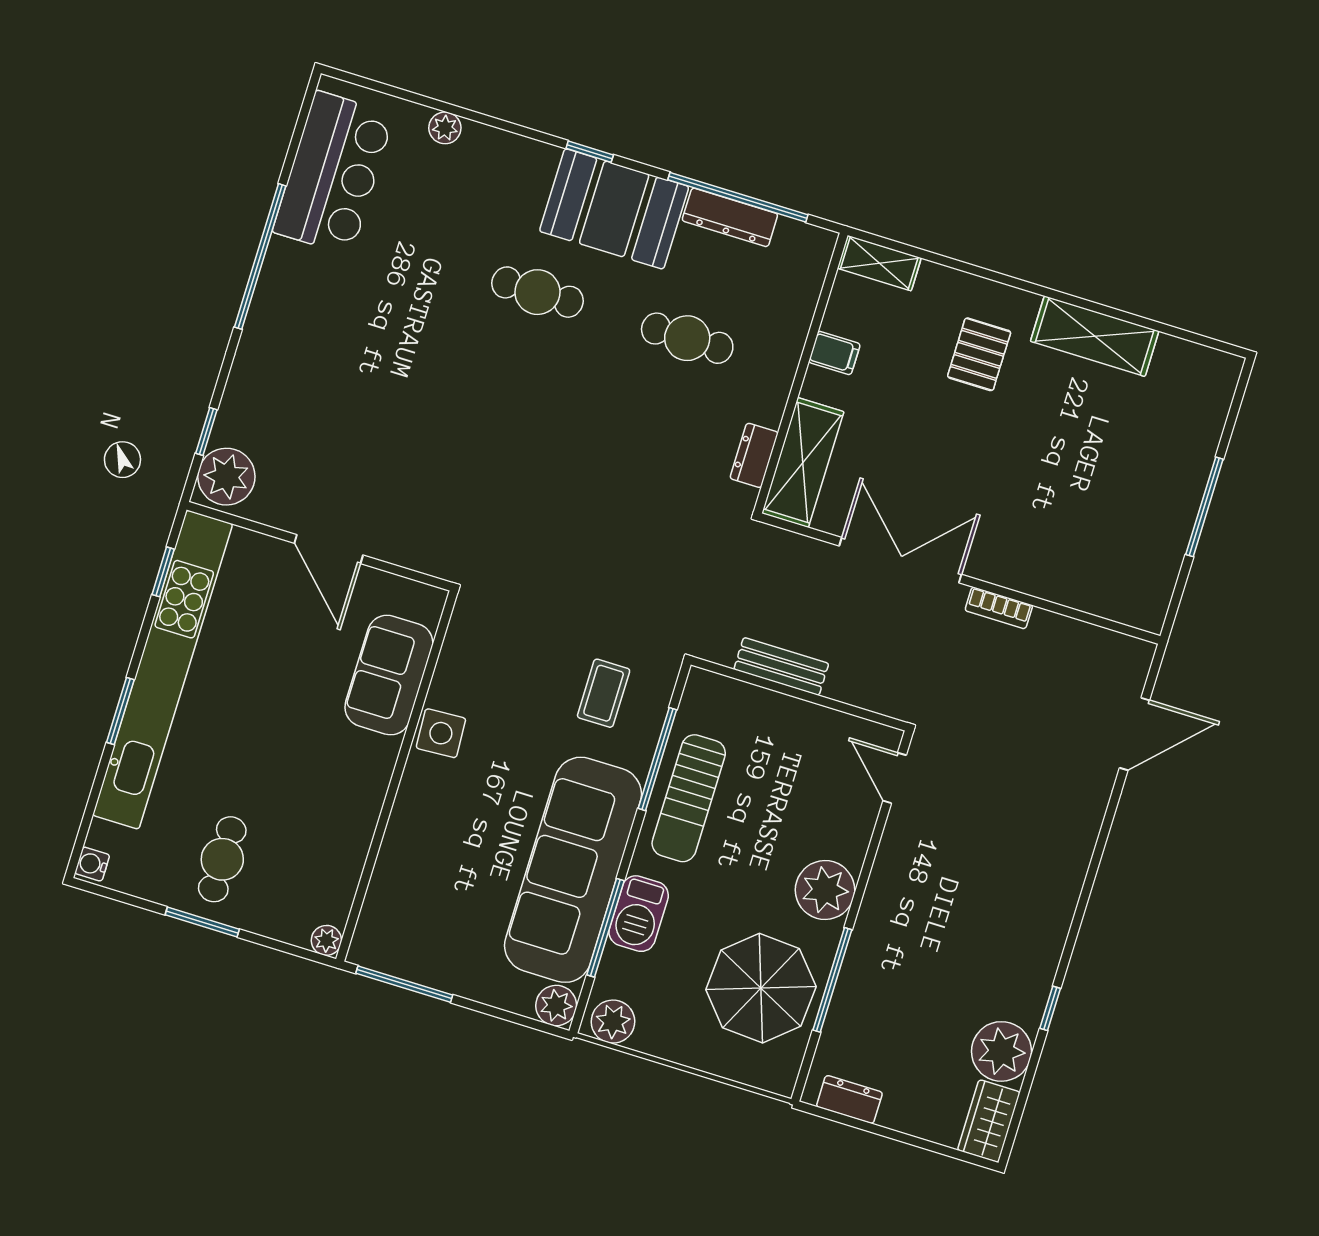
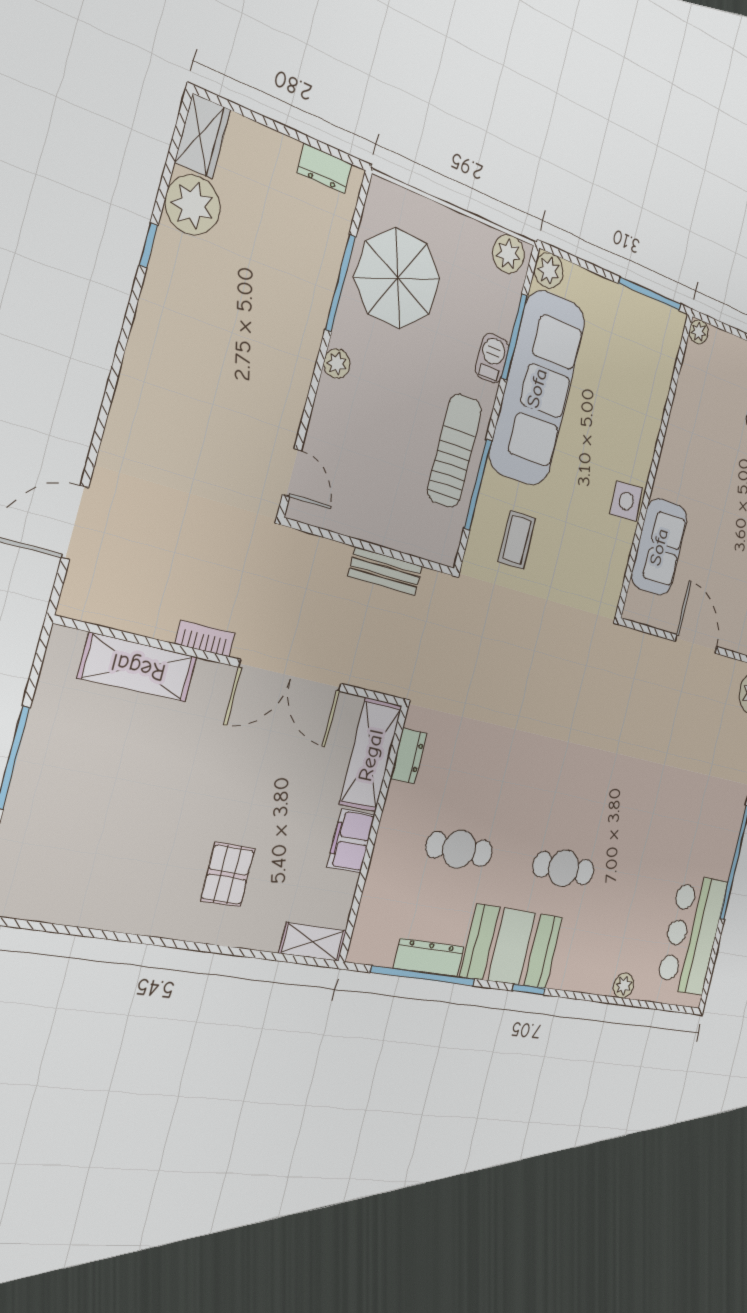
shelving: (1095, 336) -> (138, 667), moved
filing cabinet: (834, 353) -> (351, 841), width x2.00
plant: (825, 890) -> (337, 363), width x0.53, depth x0.53
barbecue: (639, 914) -> (492, 358), width x0.73, depth x0.79

